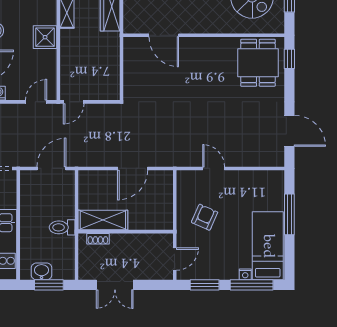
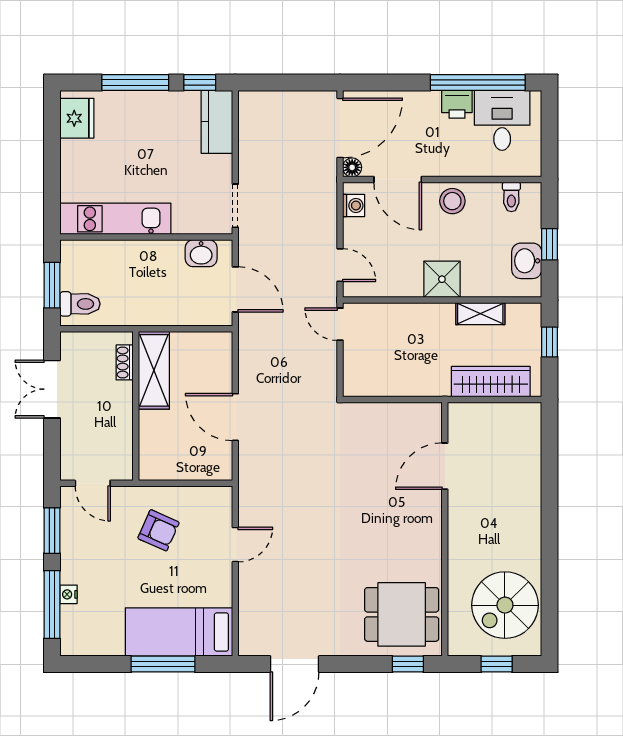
toilet: (62, 227) -> (80, 304), moved, turned 90
bed: (268, 246) -> (179, 632), moved, turned 180
washbasin: (42, 271) -> (201, 253), moved, turned 90

